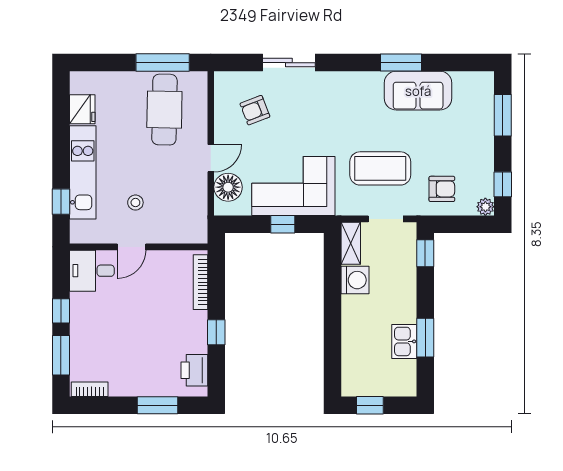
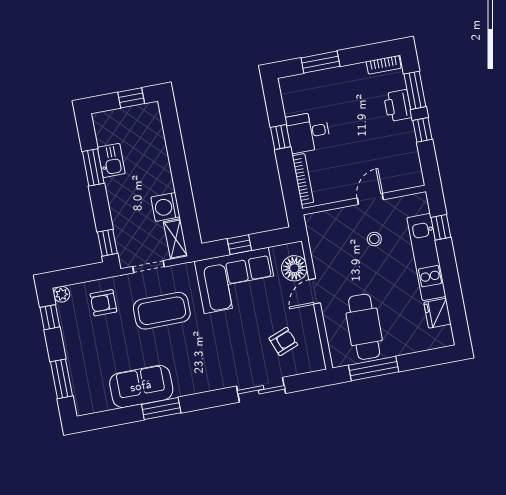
desk: (92, 271) -> (308, 132), moved, turned 180
printer: (194, 370) -> (398, 106), moved, turned 180

